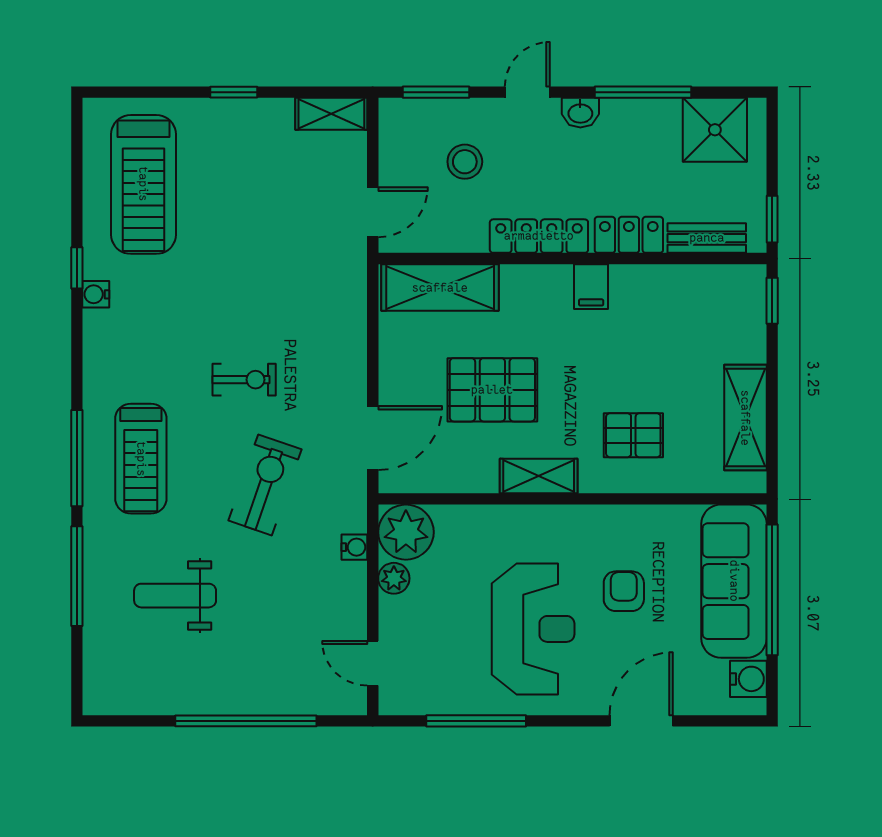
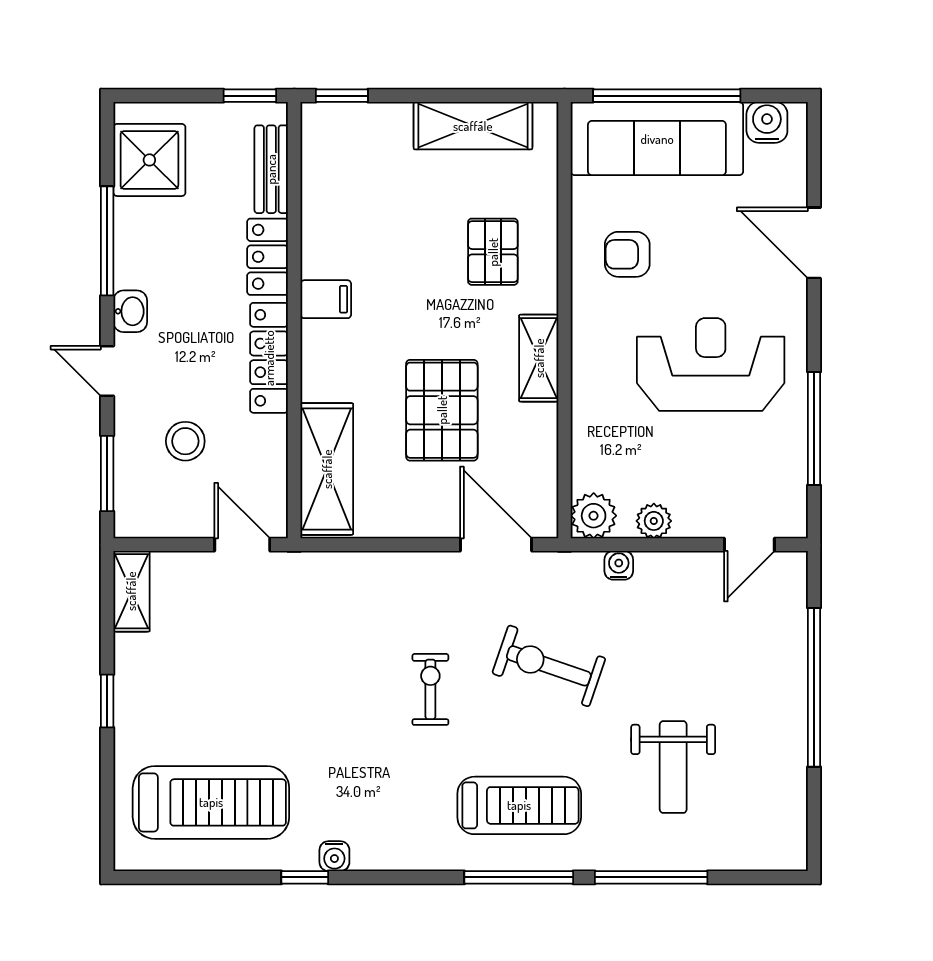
plant: (406, 532) -> (594, 516), width x0.73, depth x0.73
armchair: (624, 591) -> (627, 254), moved

